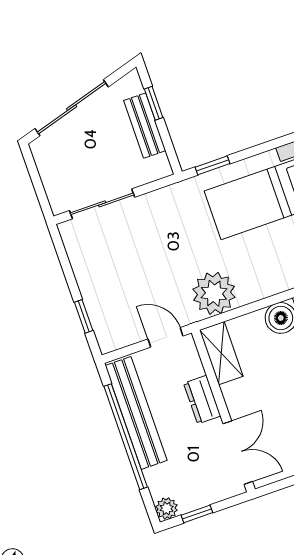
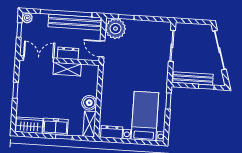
bench: (145, 126) -> (193, 78), width x1.36
plant: (214, 293) -> (115, 29), moved
door: (166, 337) -> (102, 49), swing flipped
shelving: (221, 353) -> (67, 69), moved
double door: (238, 453) -> (38, 59), swing flipped

